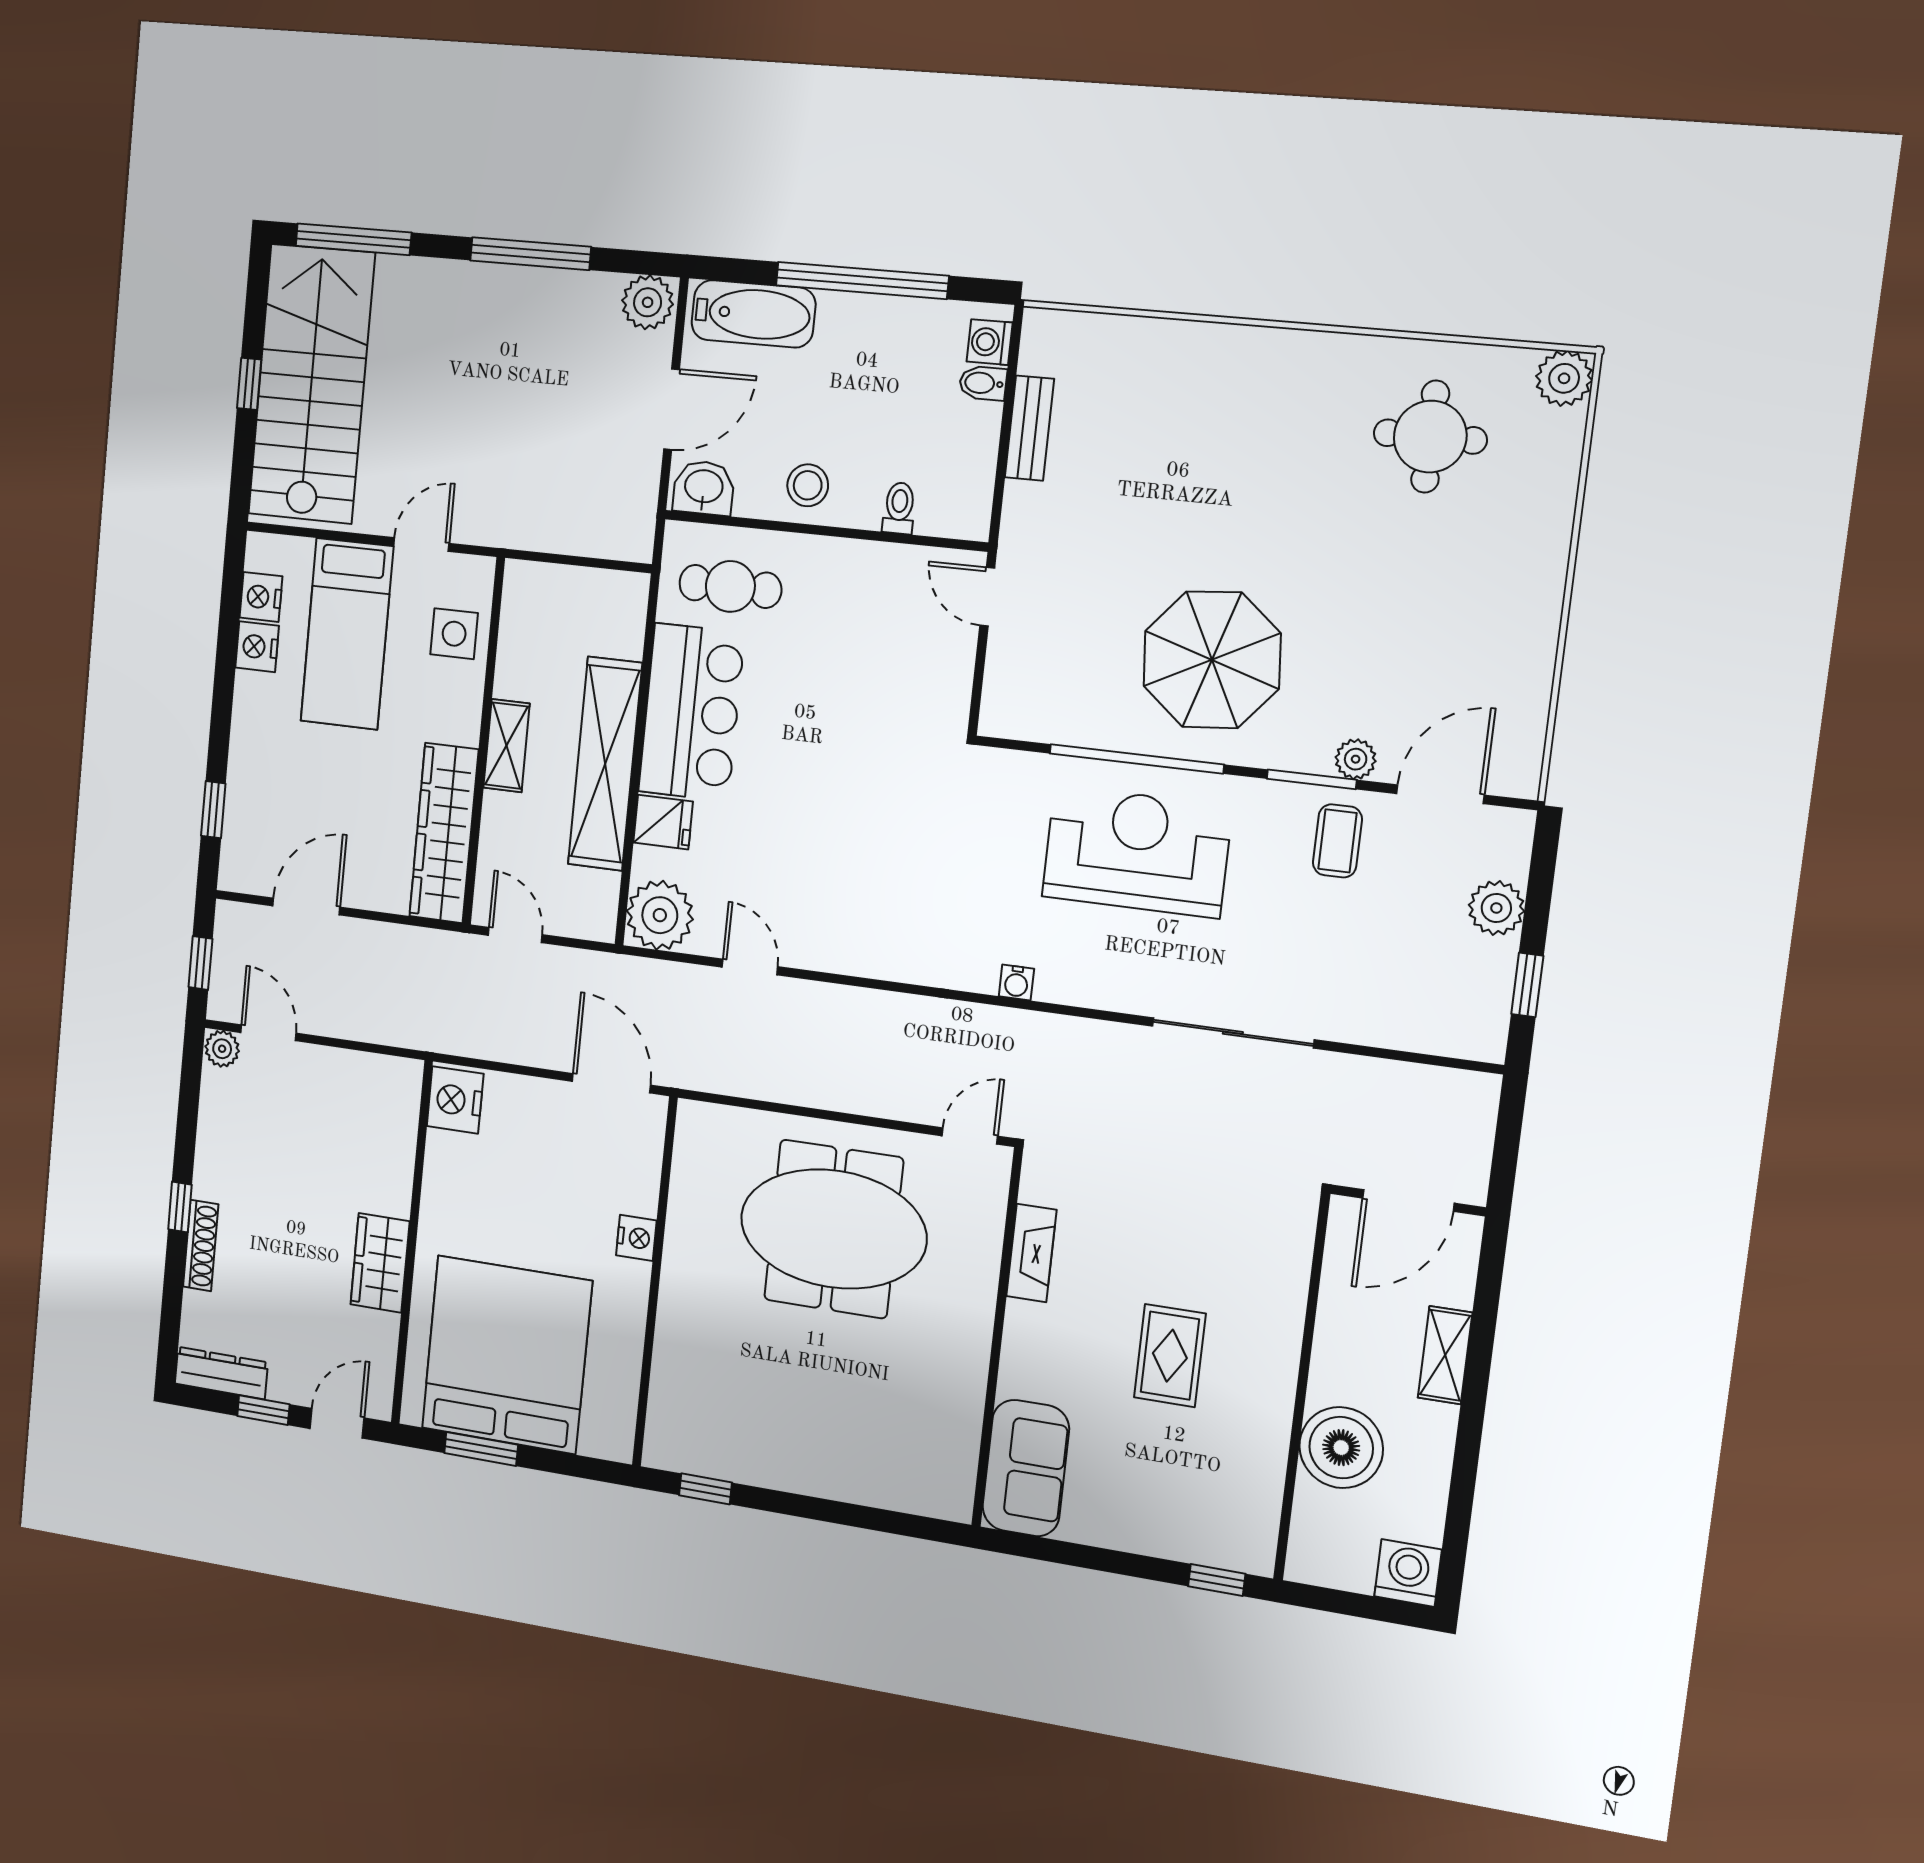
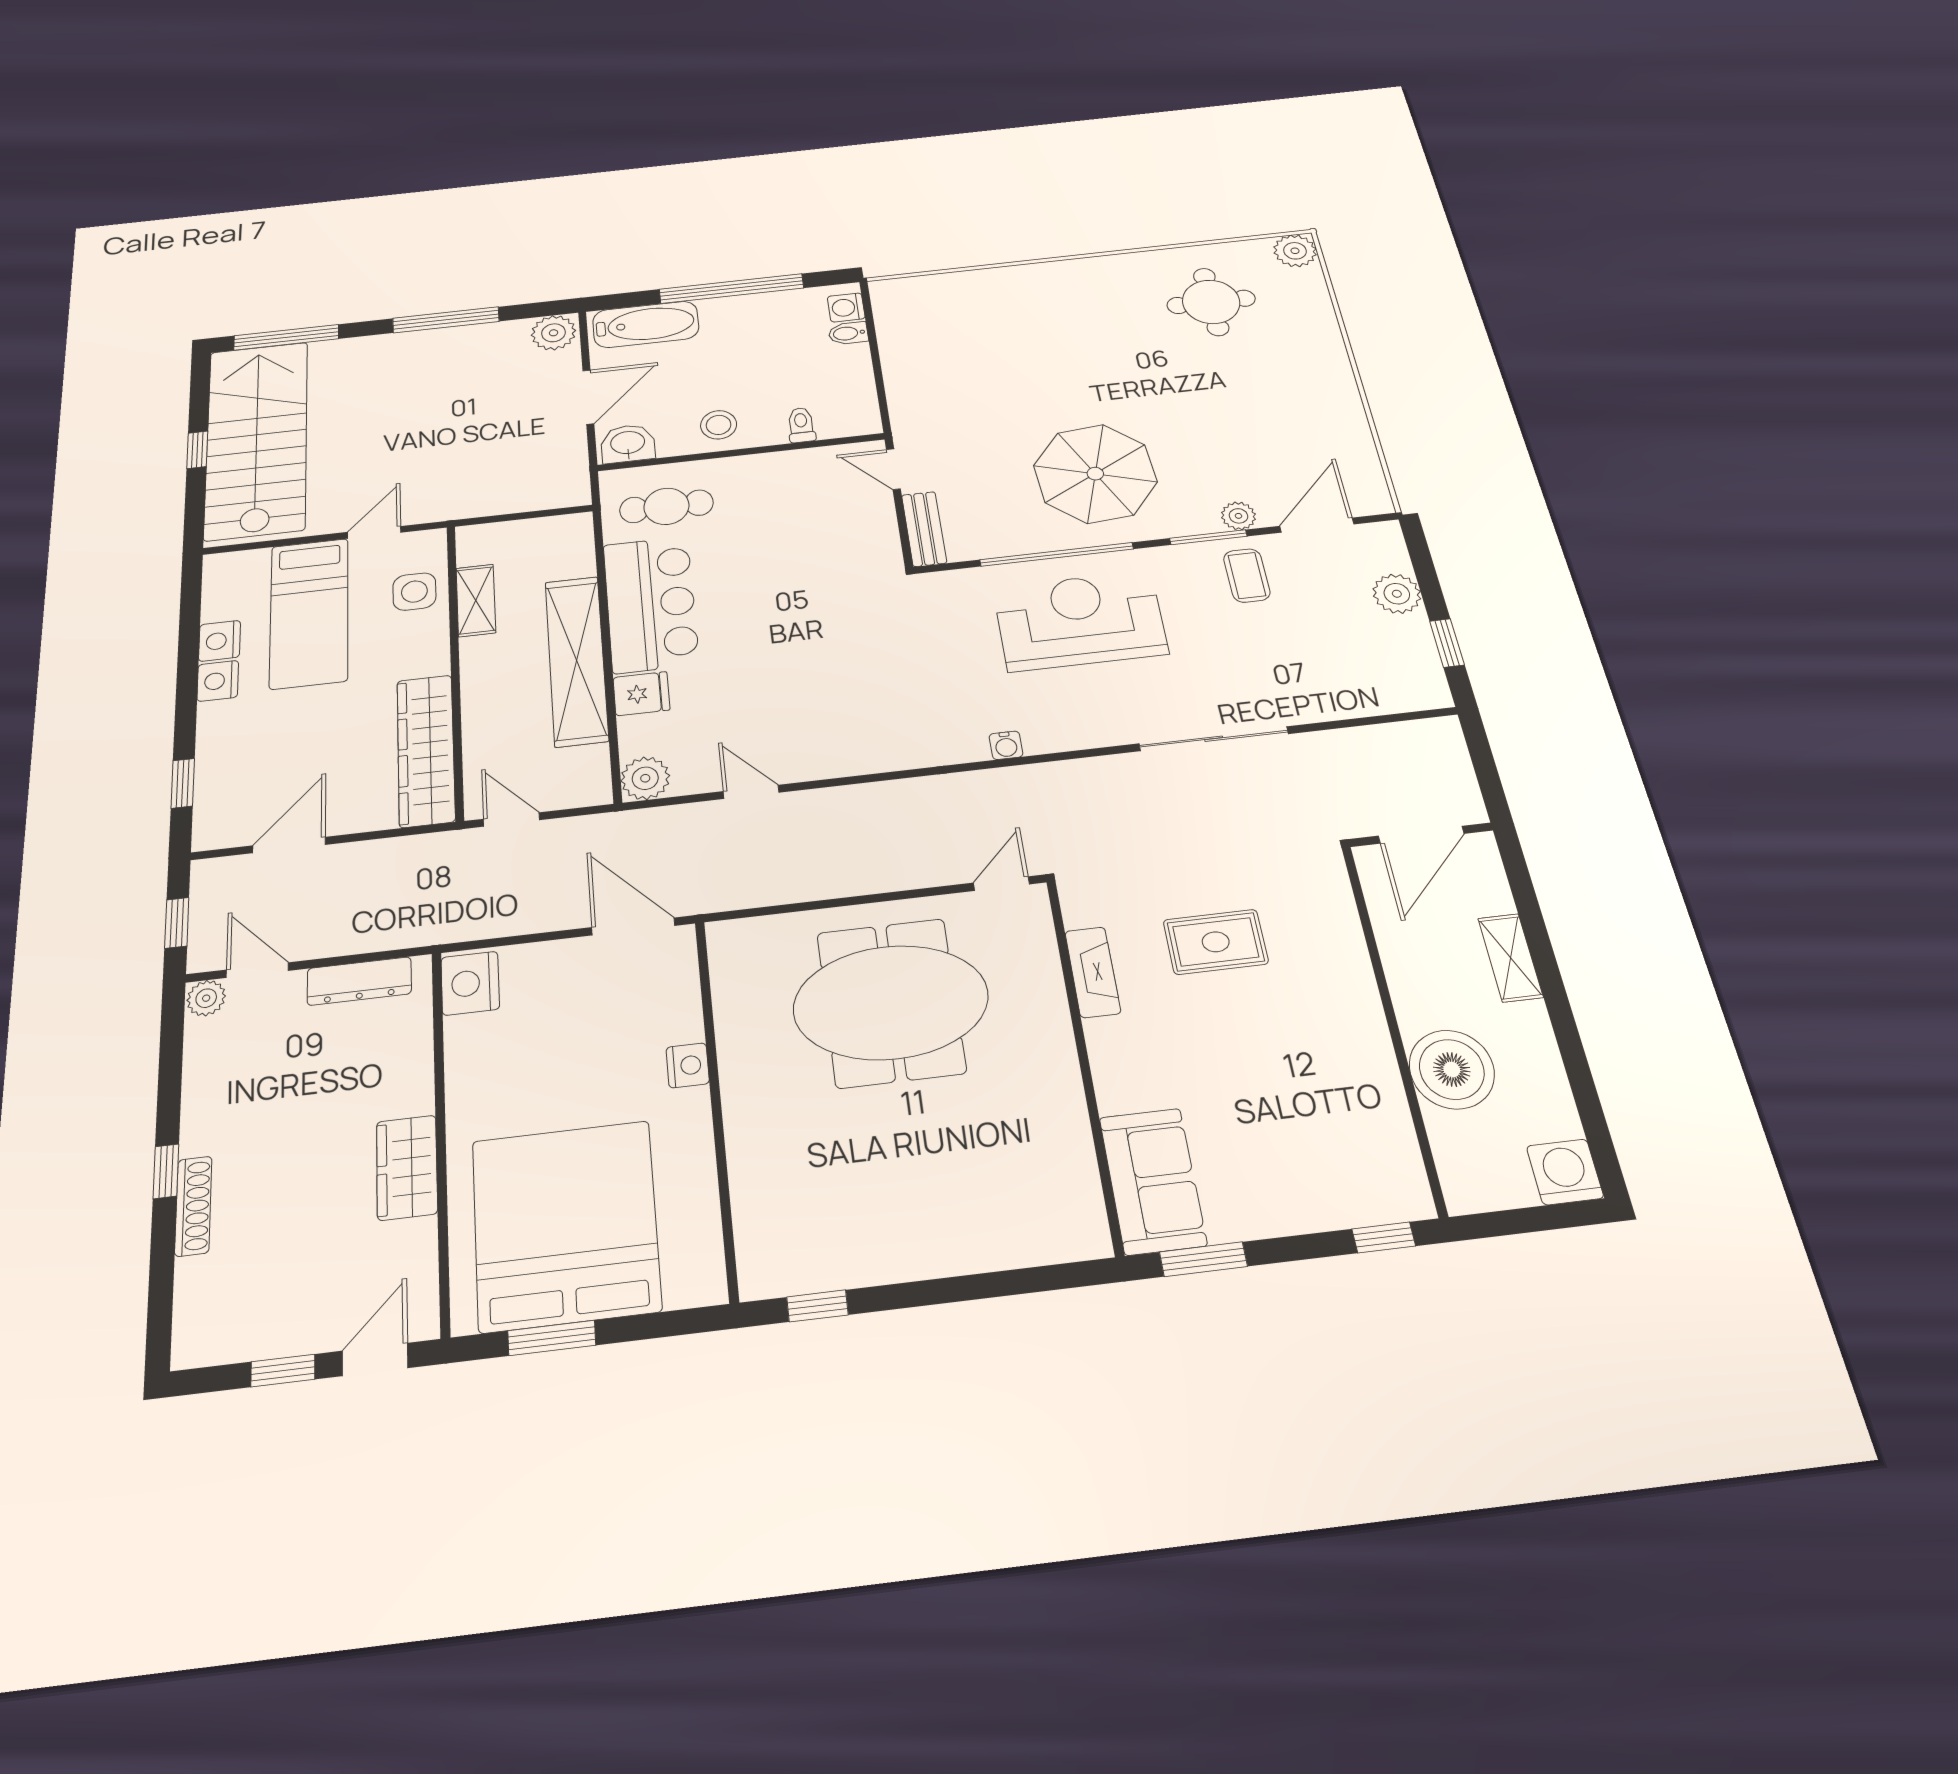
bench: (1030, 428) -> (924, 529), moved
nightstand: (261, 597) -> (218, 681), moved
shelving: (507, 746) -> (476, 600), moved
plant: (660, 915) -> (645, 778), width x0.73, depth x0.73
rug: (1170, 1356) -> (1216, 942), moved, turned 90
dresser: (221, 1373) -> (359, 981), moved, turned 180
window: (1049, 1550) -> (1203, 1259), added

